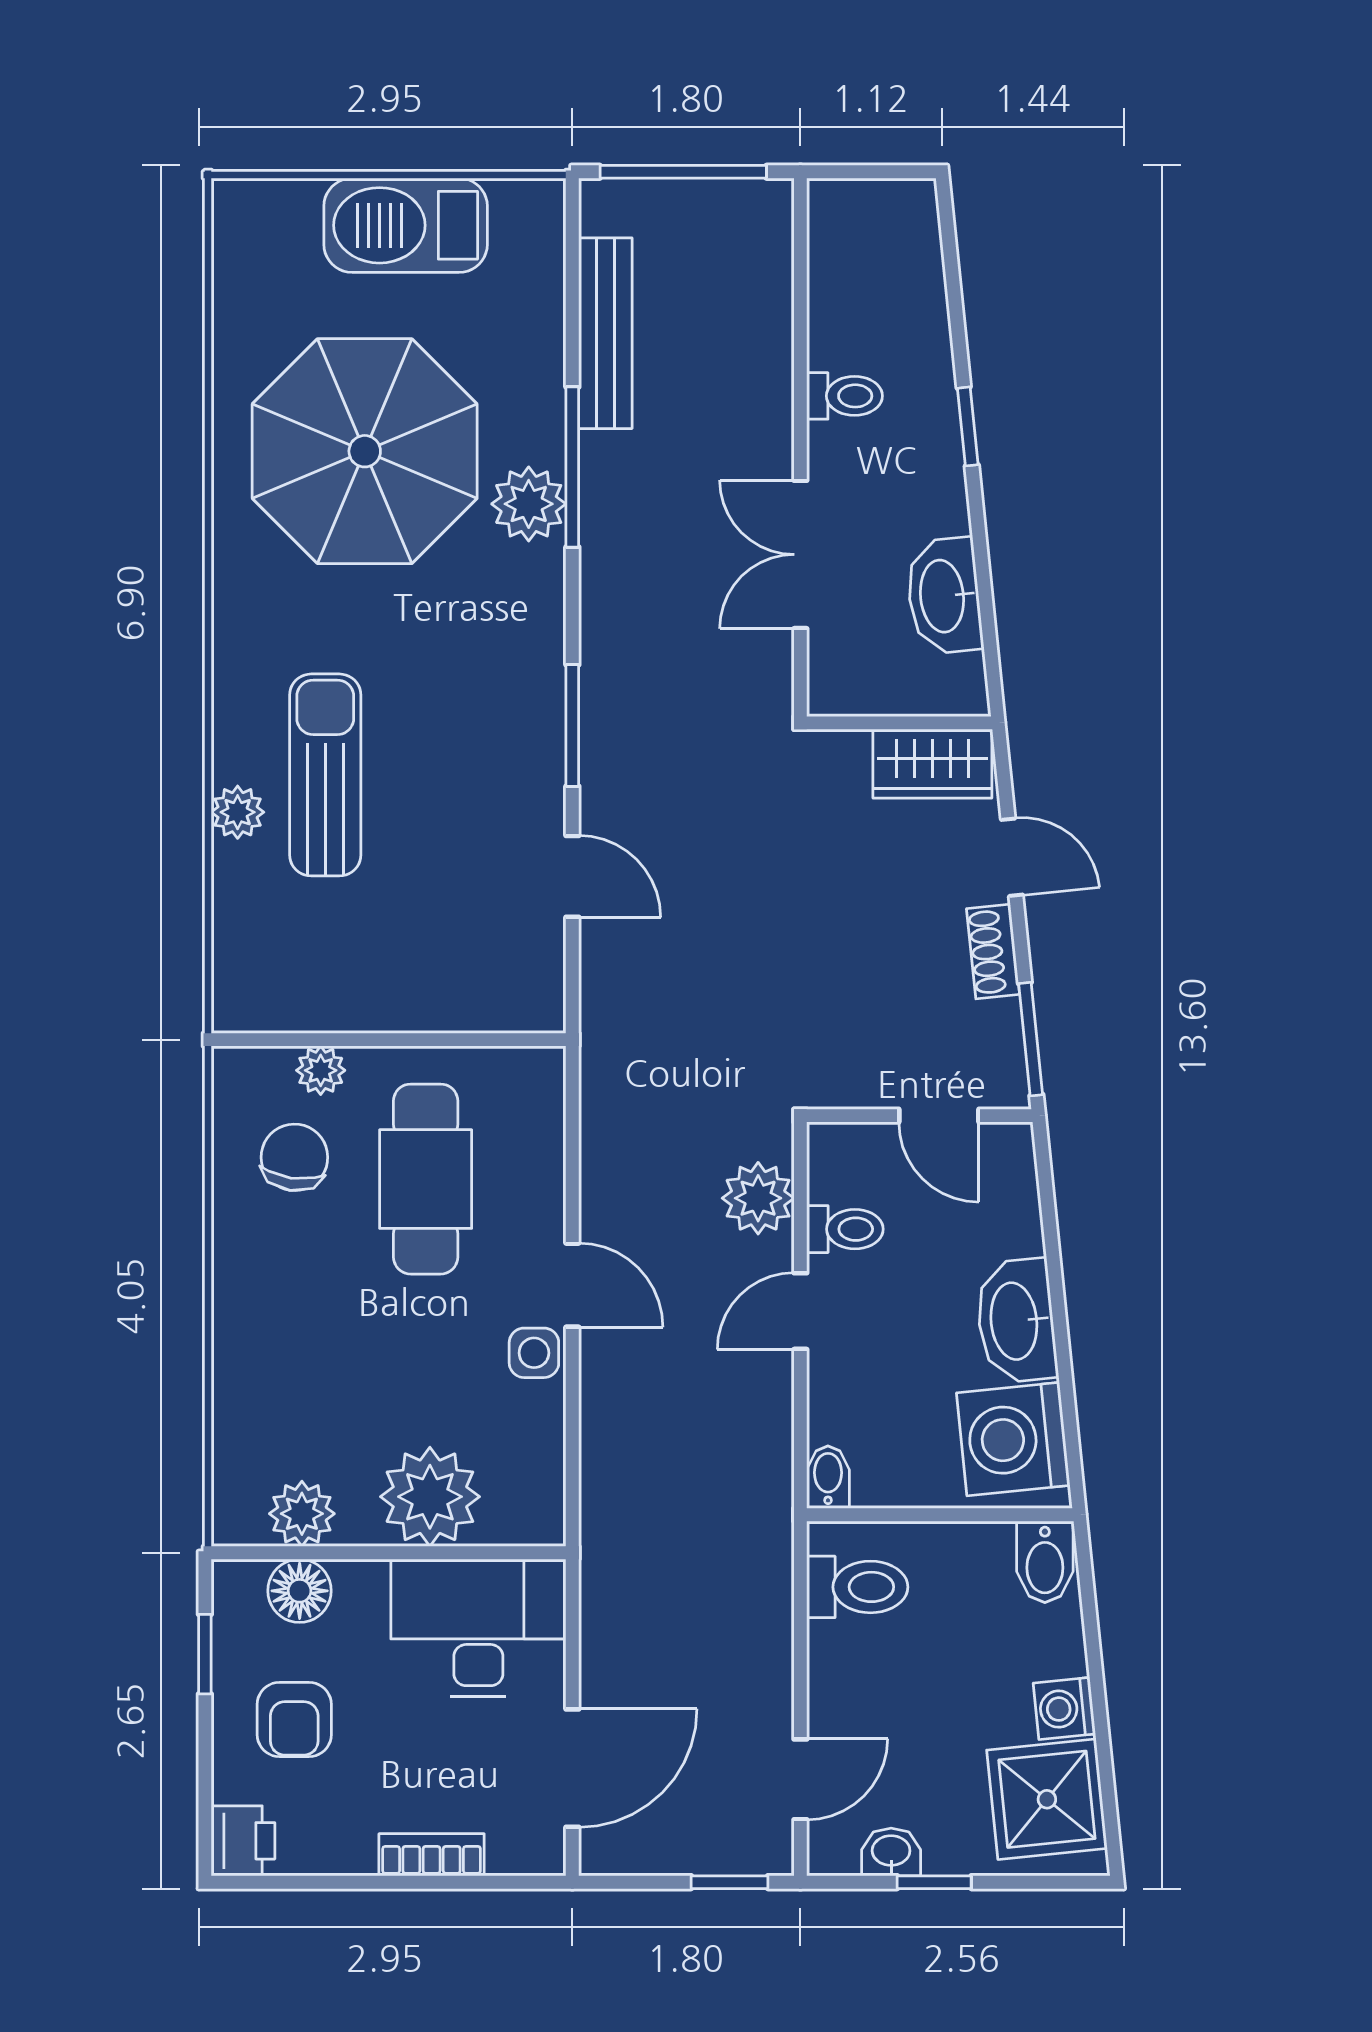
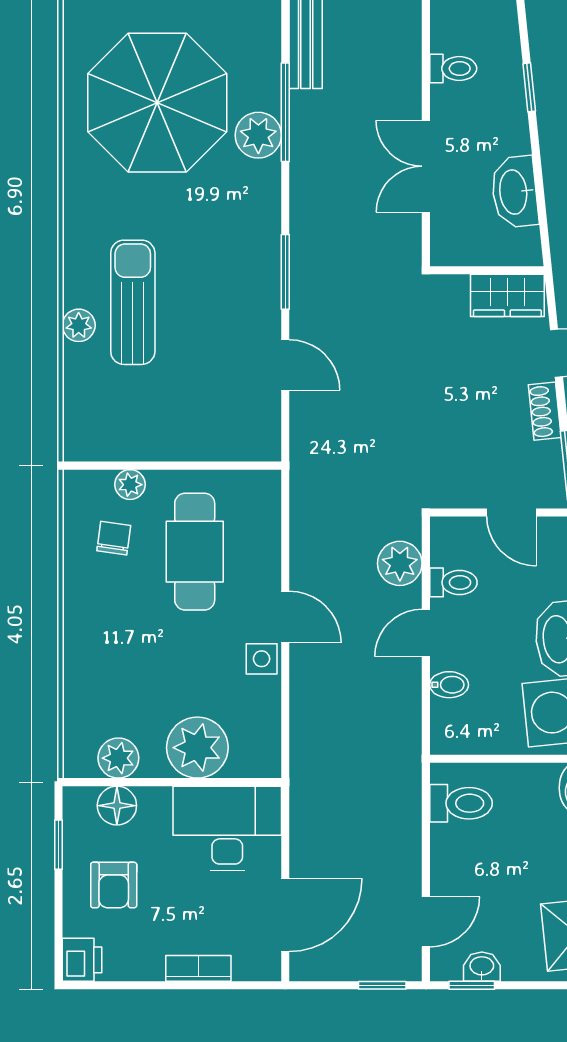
chair: (294, 1157) -> (114, 538), width x0.73, depth x0.73
bidet: (828, 1477) -> (449, 685), moved, turned 90
window: (934, 1882) -> (472, 985), moved

